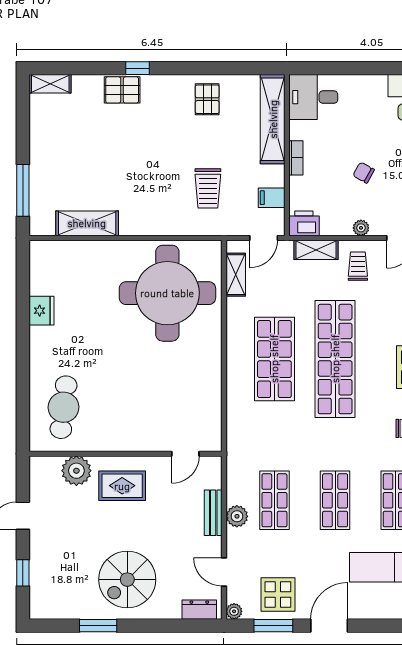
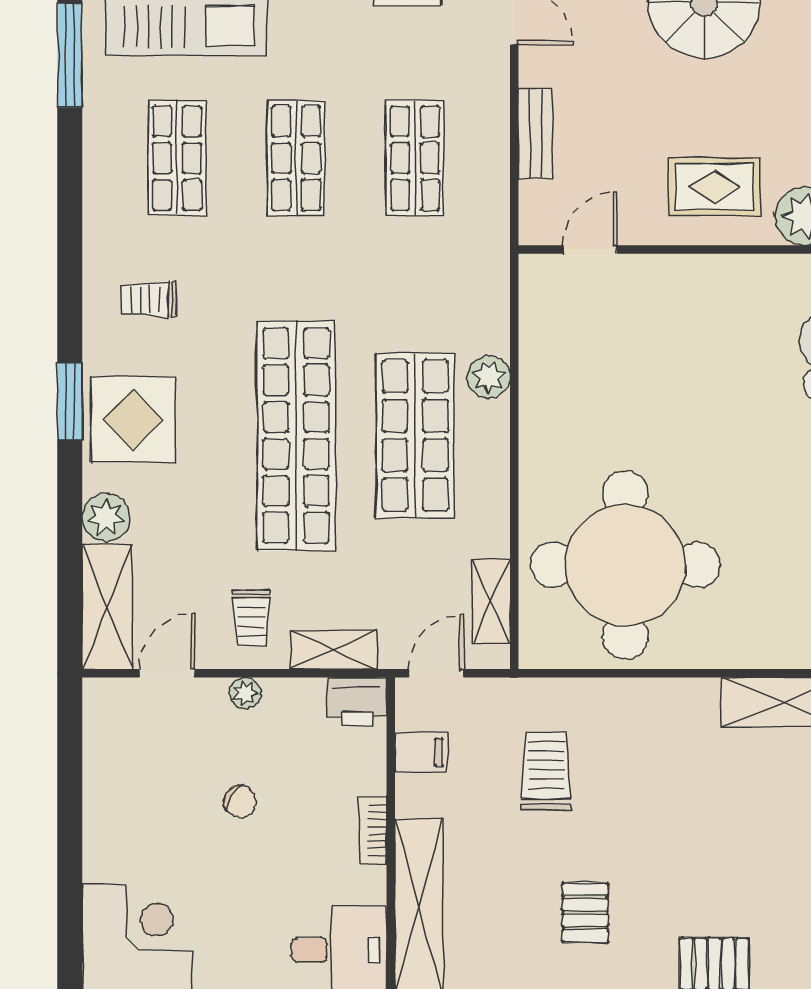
pallet: (207, 99) -> (585, 912), moved
plant: (237, 516) -> (489, 377), moved

